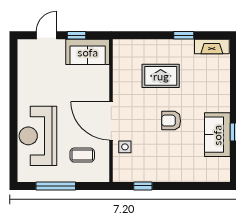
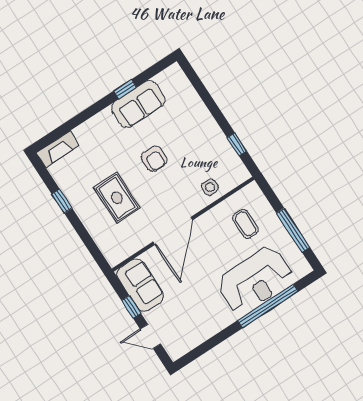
fireplace: (212, 47) -> (58, 149), moved, turned 90
door: (111, 121) -> (173, 231), moved
window: (14, 133) -> (268, 306), added

